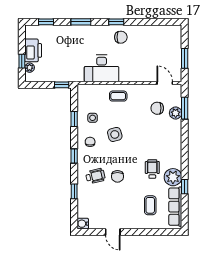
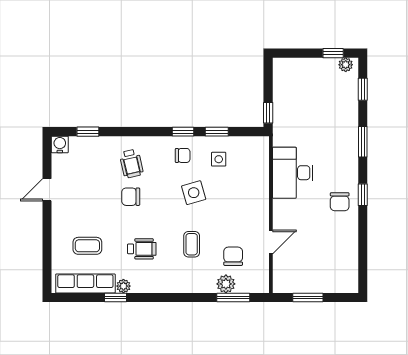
printer: (33, 50) -> (320, 70), removed
window: (22, 61) -> (333, 53), moved
plant: (30, 68) -> (346, 65), moved
door: (165, 83) -> (271, 242), moved
coffee table: (118, 96) -> (192, 244), moved
window: (74, 156) -> (183, 132), moved
plant: (173, 177) -> (123, 286), width x0.53, depth x0.53
window: (74, 191) -> (88, 132), moved

